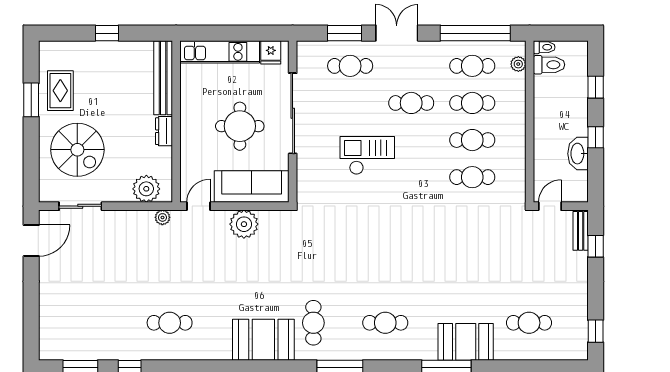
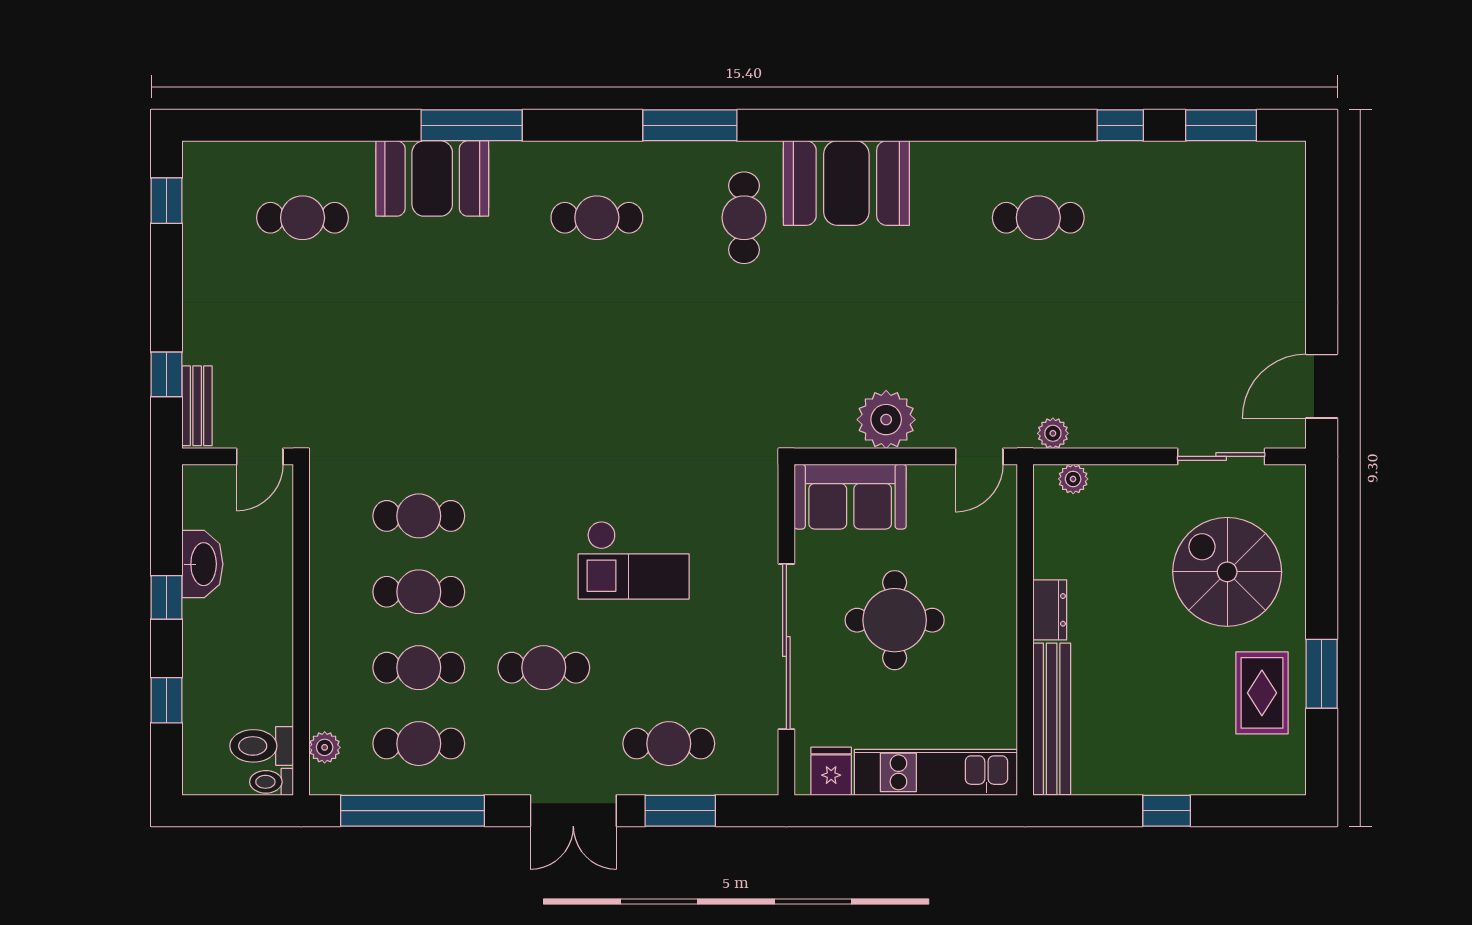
sofa: (252, 187) -> (850, 497), width x0.73
plant: (146, 189) -> (1073, 479), width x0.53, depth x0.53

